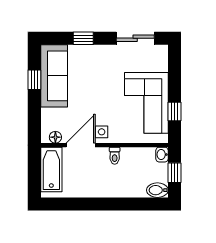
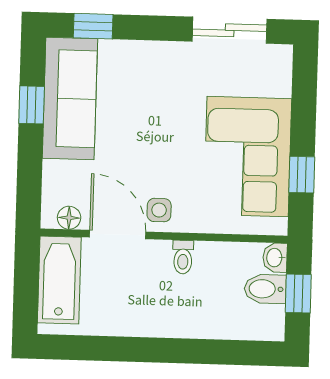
window: (83, 38) -> (93, 26), moved
door: (81, 145) -> (118, 235), hinge flipped
bidet: (157, 190) -> (265, 289), moved

